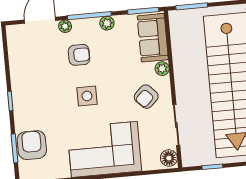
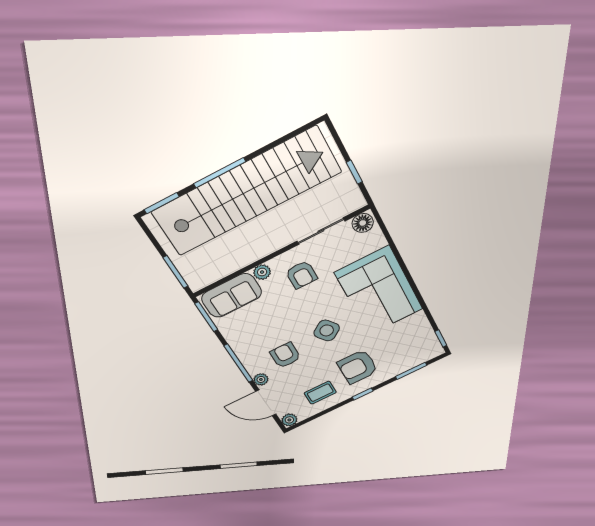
plant: (107, 23) -> (289, 420), moved
coffee table: (29, 68) -> (320, 393), added
side table: (87, 96) -> (327, 330), turned -36
armchair: (146, 97) -> (302, 275), turned 44
armchair: (32, 145) -> (358, 367), moved

